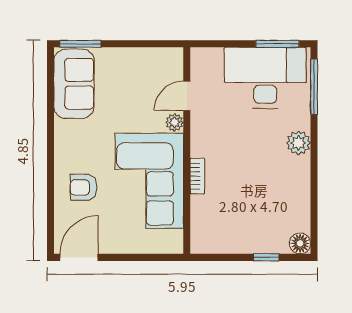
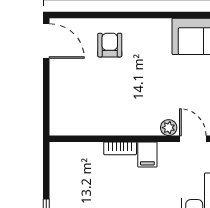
filing cabinet: (204, 146) -> (147, 154), added
corner sofa: (149, 181) -> (116, 105), removed

